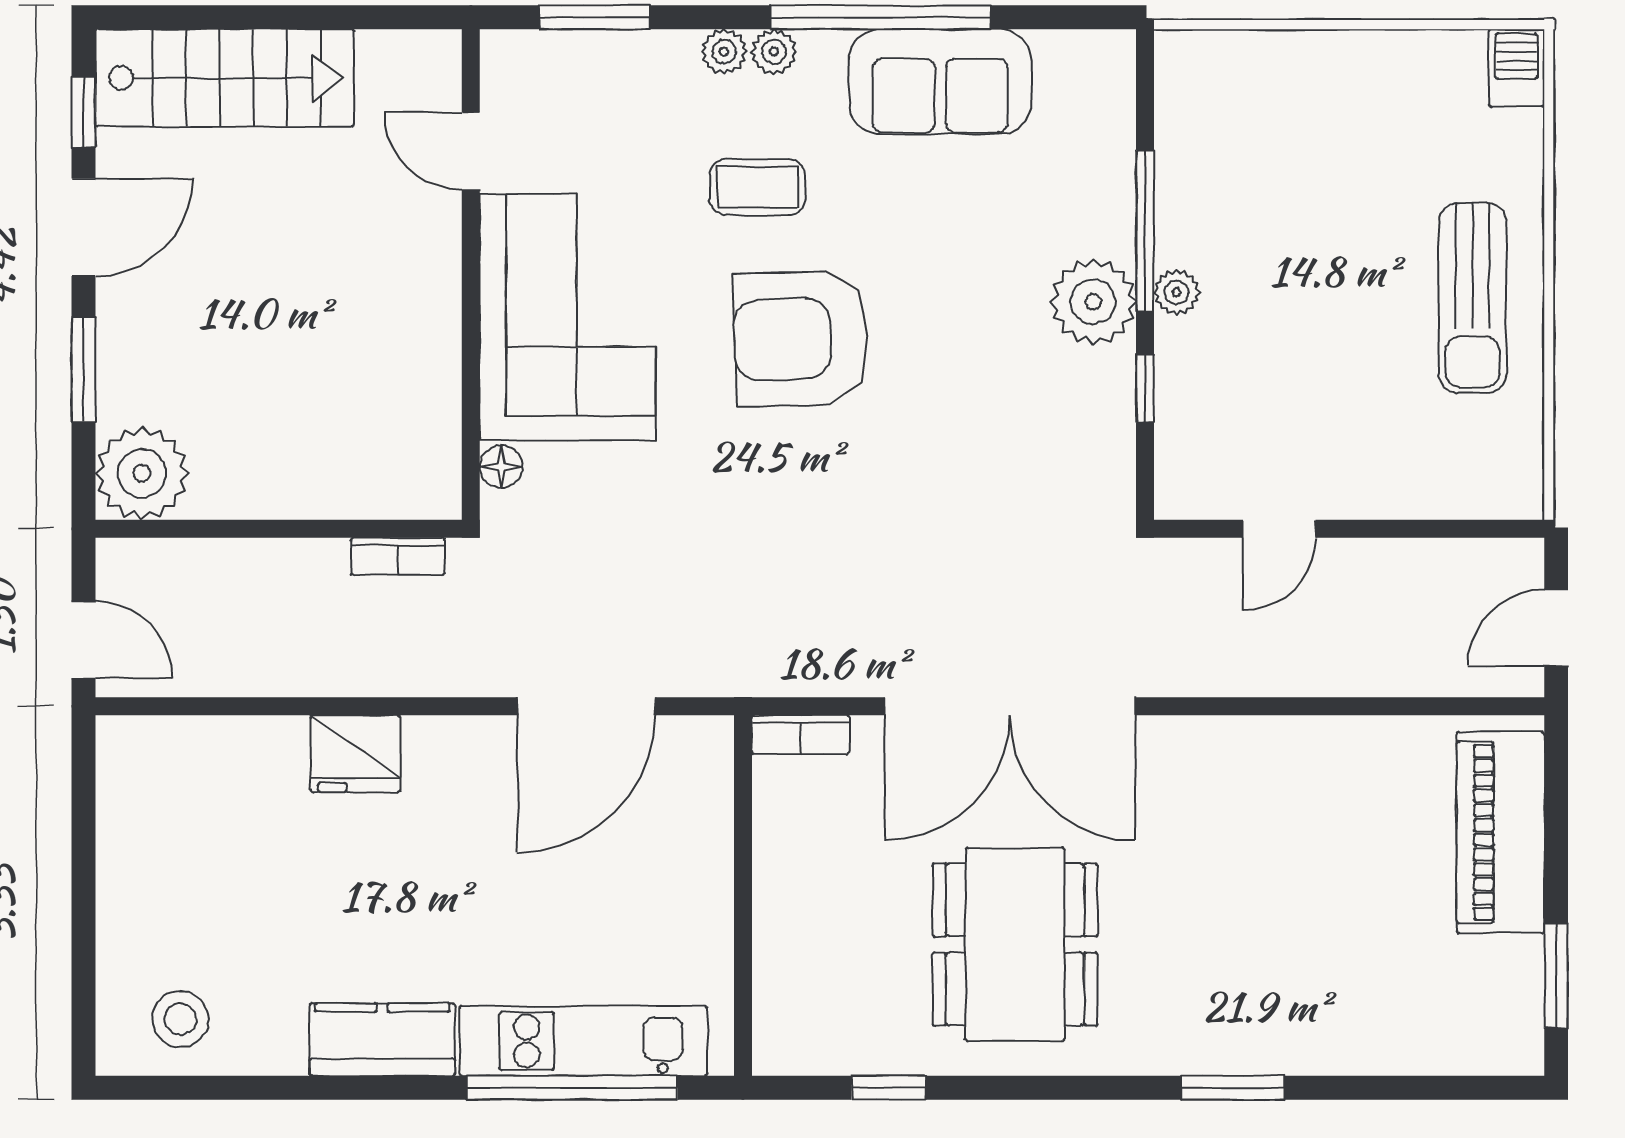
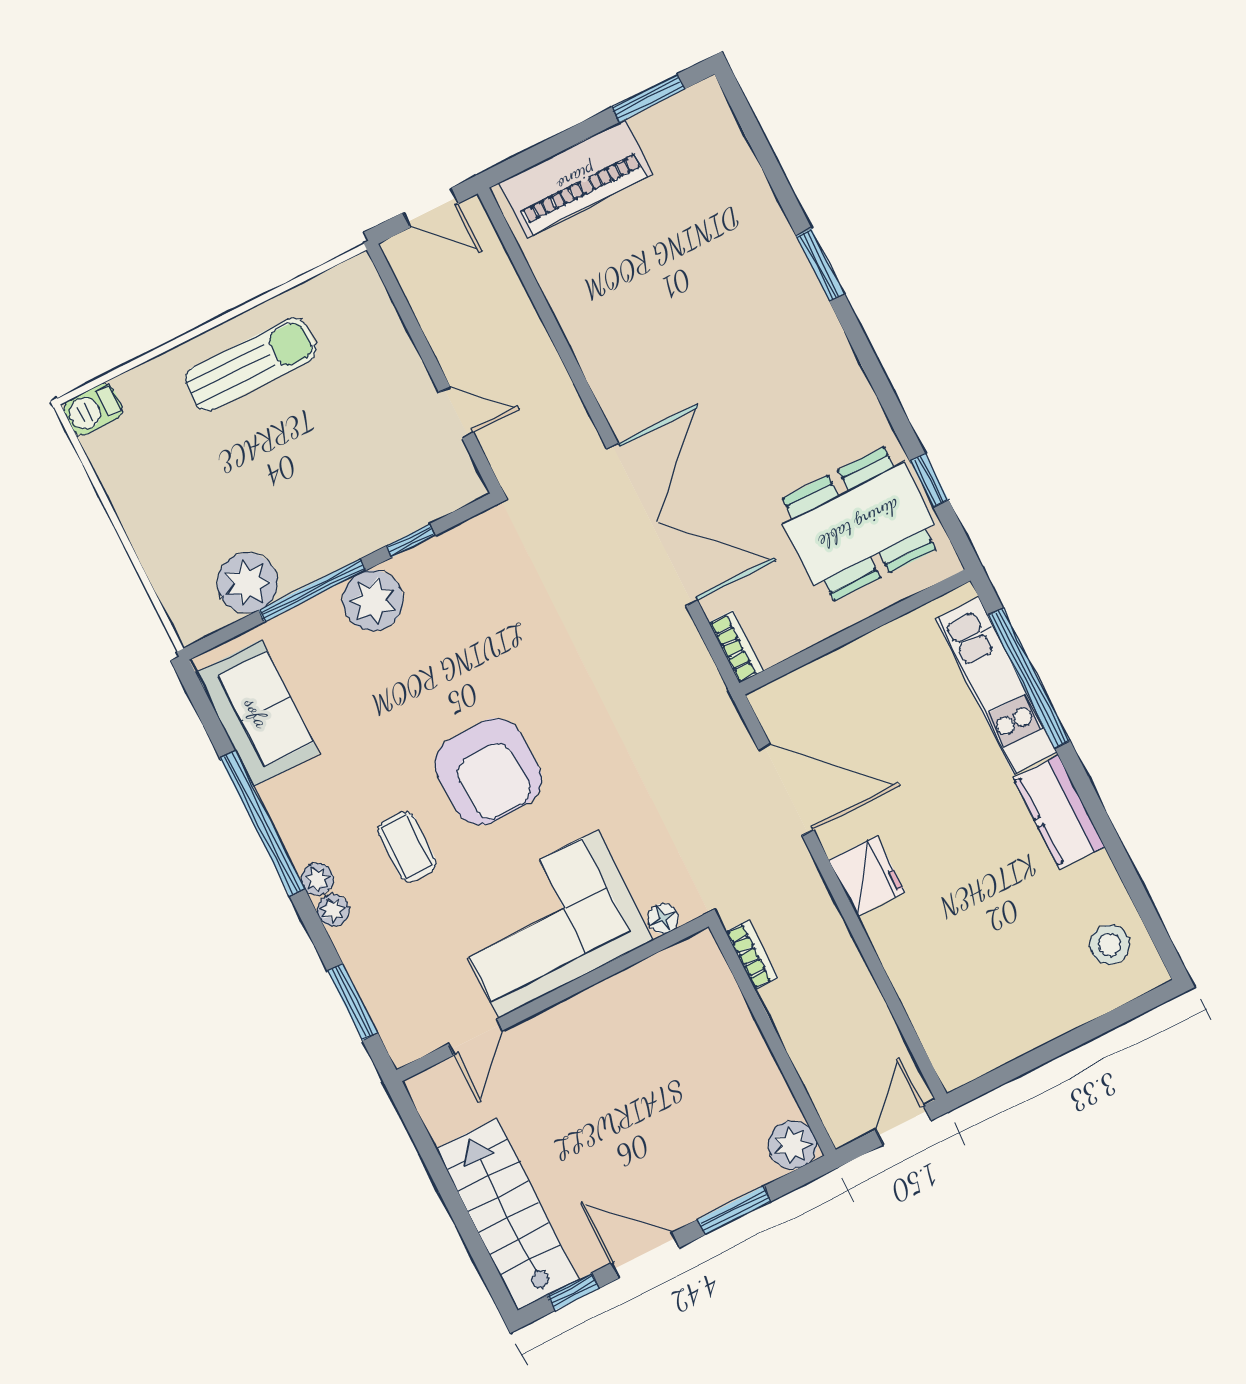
sofa: (940, 82) -> (257, 713), moved
plant: (1177, 292) -> (248, 583), moved, width x1.88, depth x1.88
plant: (142, 473) -> (792, 1145), width x0.73, depth x0.73
fridge: (356, 754) -> (867, 876), moved
dining table: (1015, 945) -> (859, 524), moved

